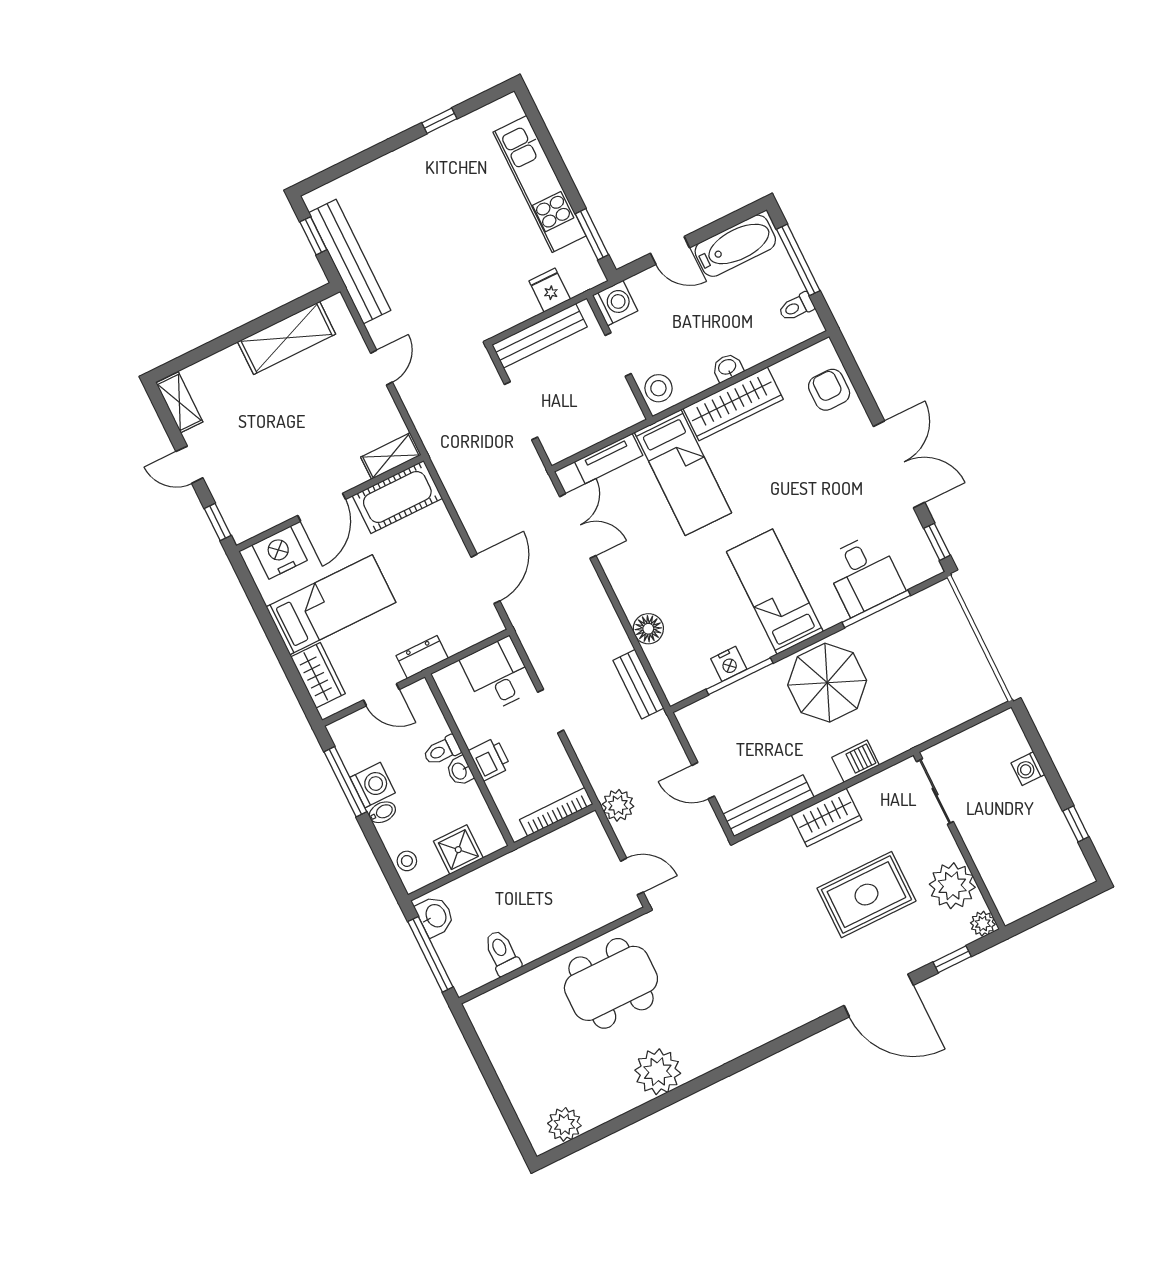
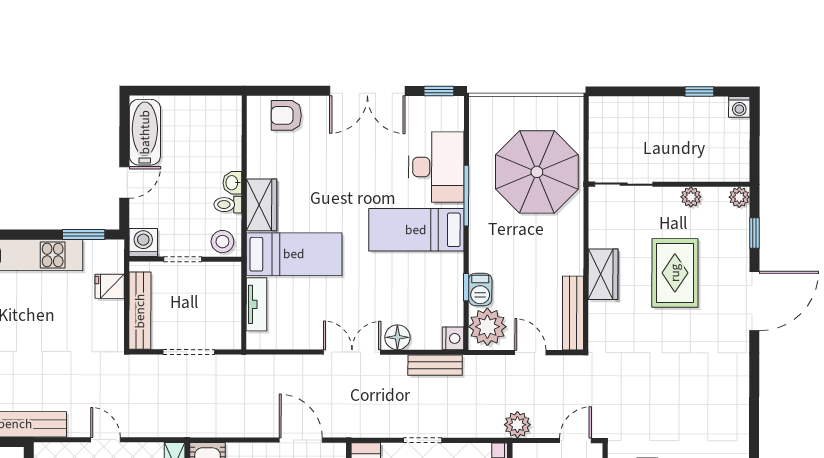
window: (798, 260) -> (179, 91), removed
toilet: (796, 307) -> (228, 205), moved, turned 90
wardrobe: (733, 404) -> (262, 205), width x0.67
double door: (899, 464) -> (367, 91), swing flipped
double door: (578, 526) -> (352, 352), moved
desk: (864, 574) -> (436, 167), width x1.37
window: (876, 609) -> (466, 196), moved
nightstand: (729, 664) -> (453, 338), moved
window: (739, 676) -> (466, 287), width x0.46
parasol: (827, 683) -> (537, 172), moved, width x1.36, depth x1.36
plant: (708, 720) -> (487, 327), added
barbecue: (856, 761) -> (480, 289), moved, turned 180
washing machine: (1028, 769) -> (739, 107), moved
door: (703, 781) -> (530, 353), swing flipped
plant: (952, 886) -> (691, 197), width x0.53, depth x0.53

